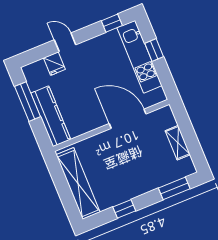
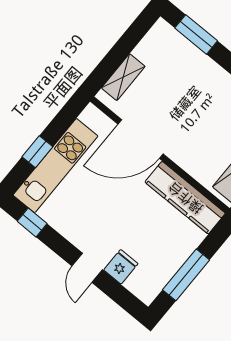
kitchen counter: (51, 116) -> (185, 198), moved, turned -90
door: (128, 119) -> (140, 139), hinge flipped
shelving: (178, 143) -> (123, 77), moved

